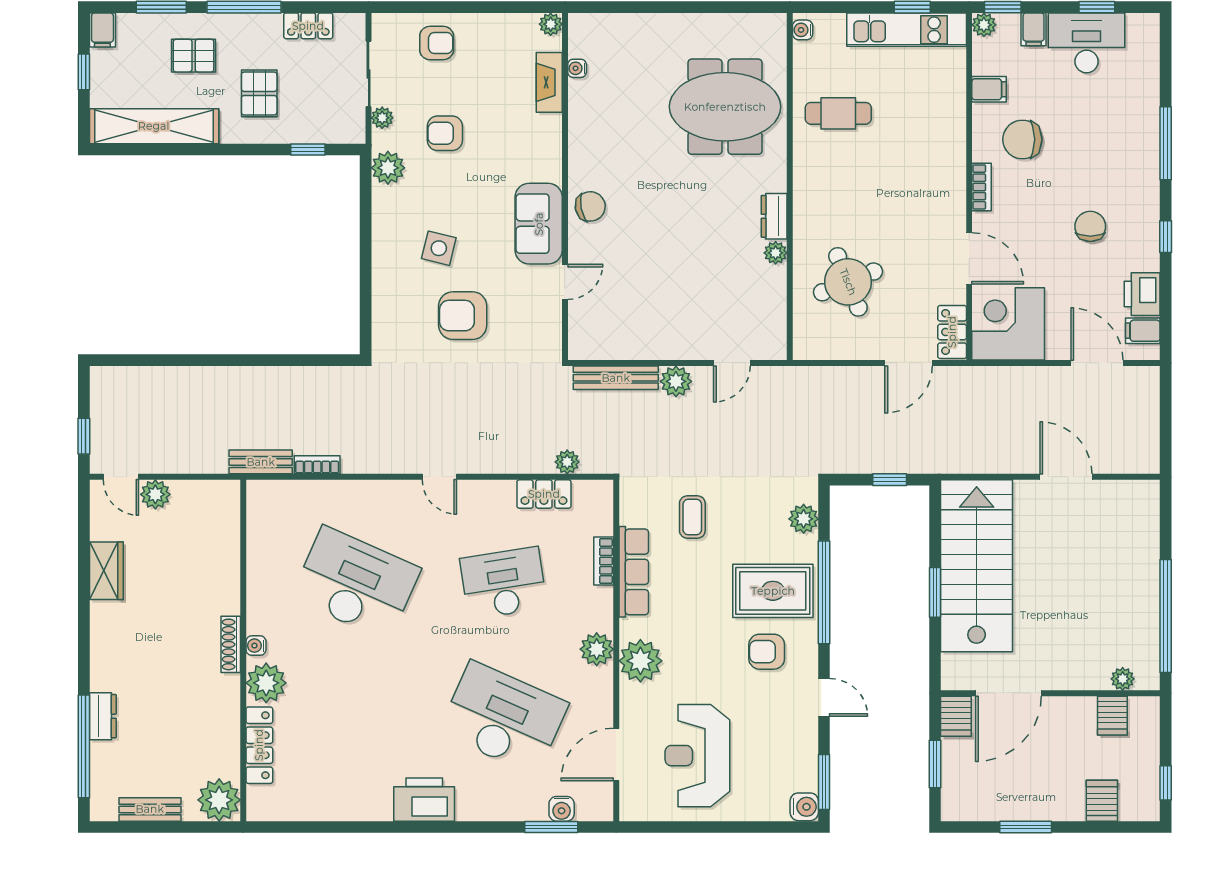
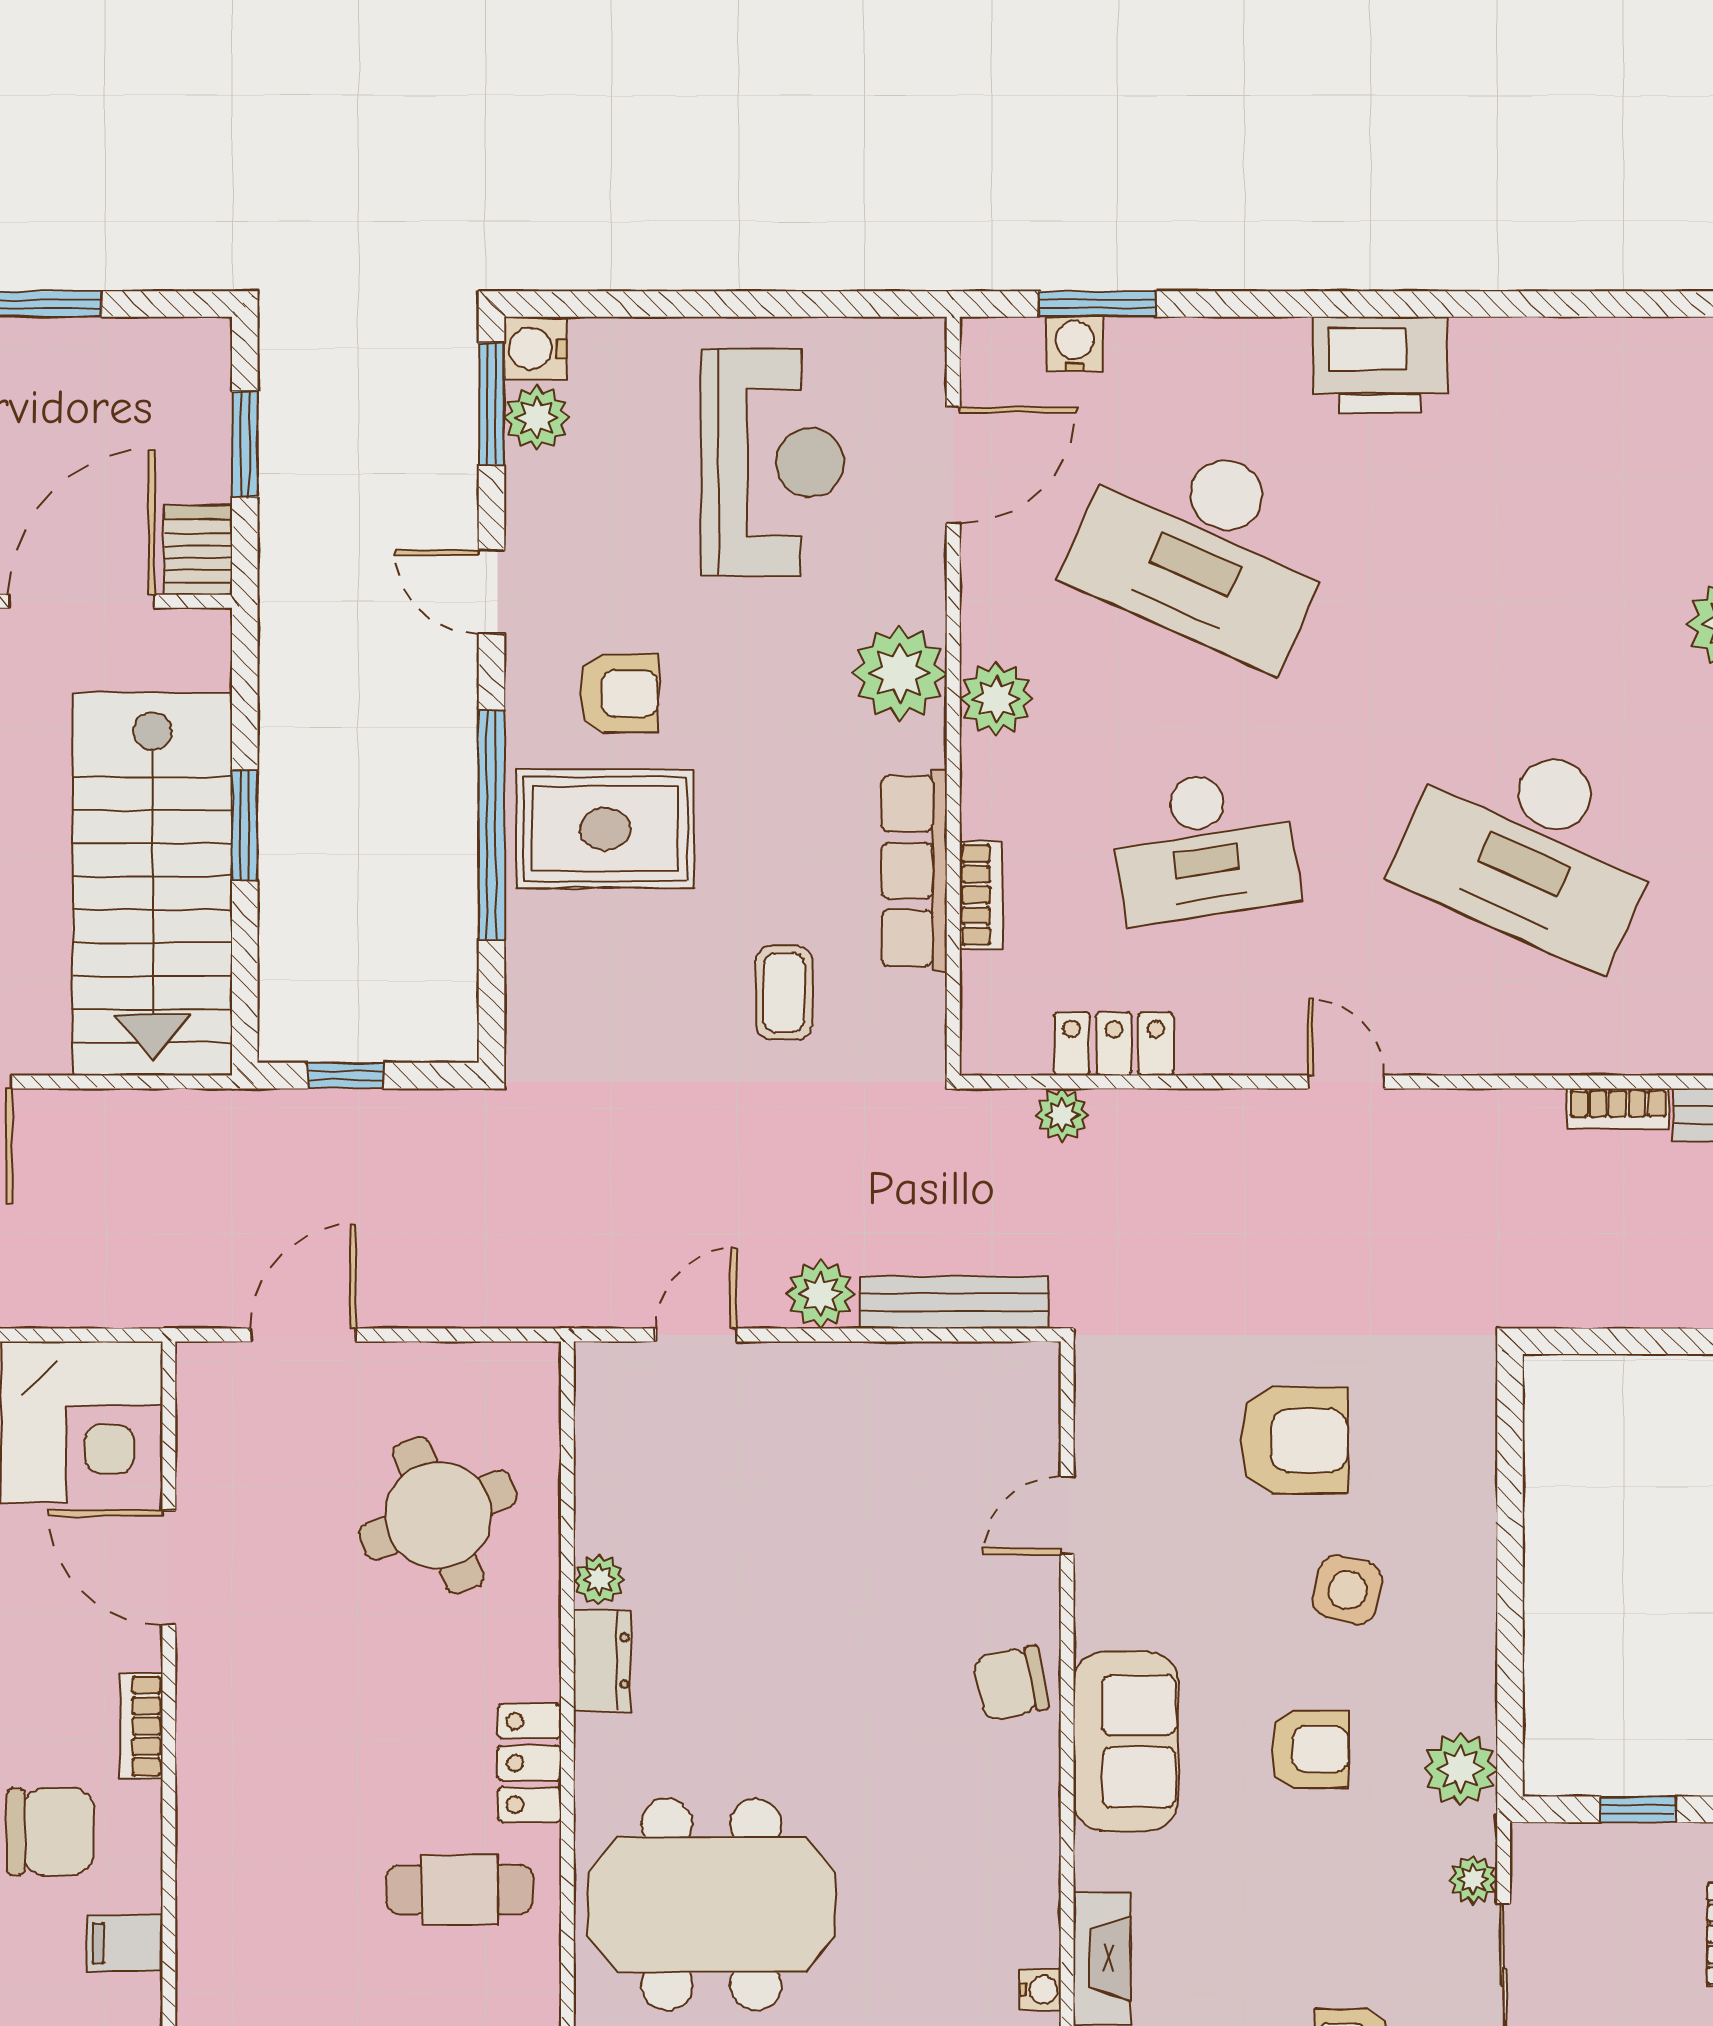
armchair: (445, 133) -> (1310, 1749), moved
sofa: (539, 224) -> (1126, 1741), moved
locker: (952, 332) -> (530, 1763), moved, turned 180
plant: (804, 519) -> (537, 418), moved

